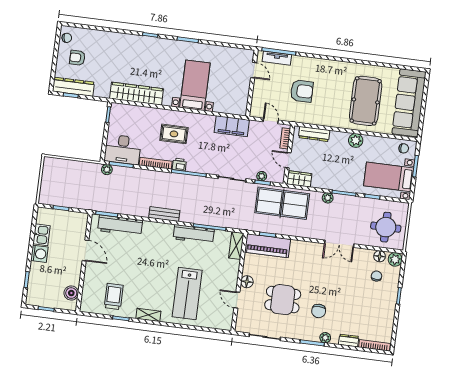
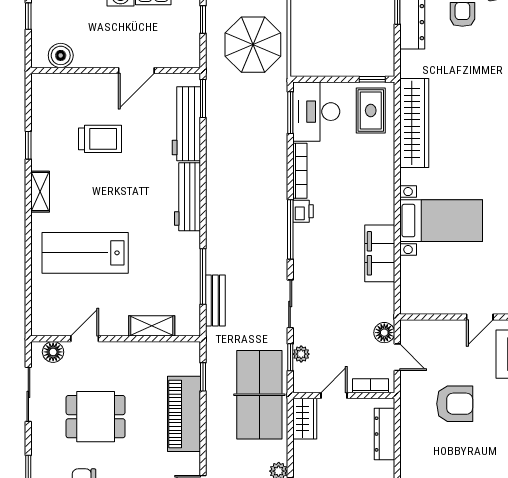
armchair: (302, 91) -> (455, 404), turned -90
door: (271, 121) -> (397, 357), hinge flipped
filing cabinet: (232, 126) -> (380, 253), moved
floor lamp: (255, 126) -> (384, 333), added
rug: (174, 134) -> (371, 111), moved
plant: (107, 170) -> (279, 89), removed
parasol: (79, 181) -> (253, 45), added
bench: (164, 214) -> (215, 300), moved
workbench: (194, 234) -> (187, 197), moved
shelving: (236, 246) -> (152, 326), moved
piano: (268, 246) -> (184, 414), moved
floor lamp: (247, 282) -> (53, 352), moved
trolley: (114, 296) -> (100, 139), moved
dining table: (283, 300) -> (96, 417), turned 90

